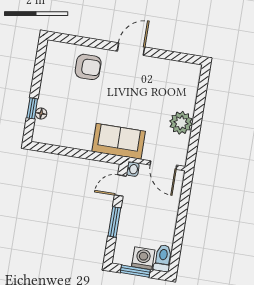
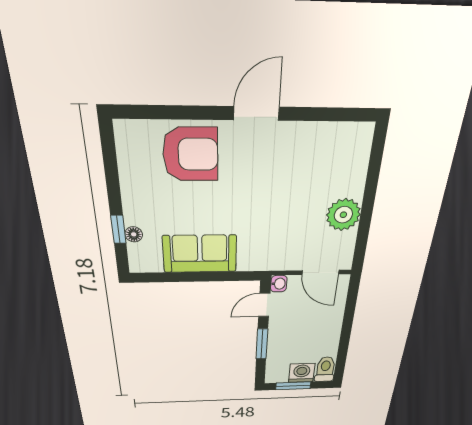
armchair: (88, 67) -> (190, 154), width x1.36, depth x1.36
sofa: (119, 141) -> (200, 254), moved

